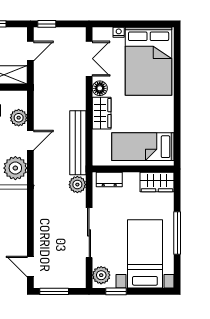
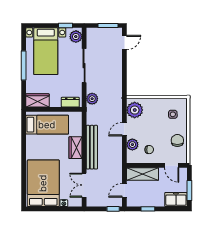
floor lamp: (100, 88) -> (77, 165), removed
bench: (78, 143) -> (92, 147), moved
door: (30, 266) -> (124, 43), hinge flipped

